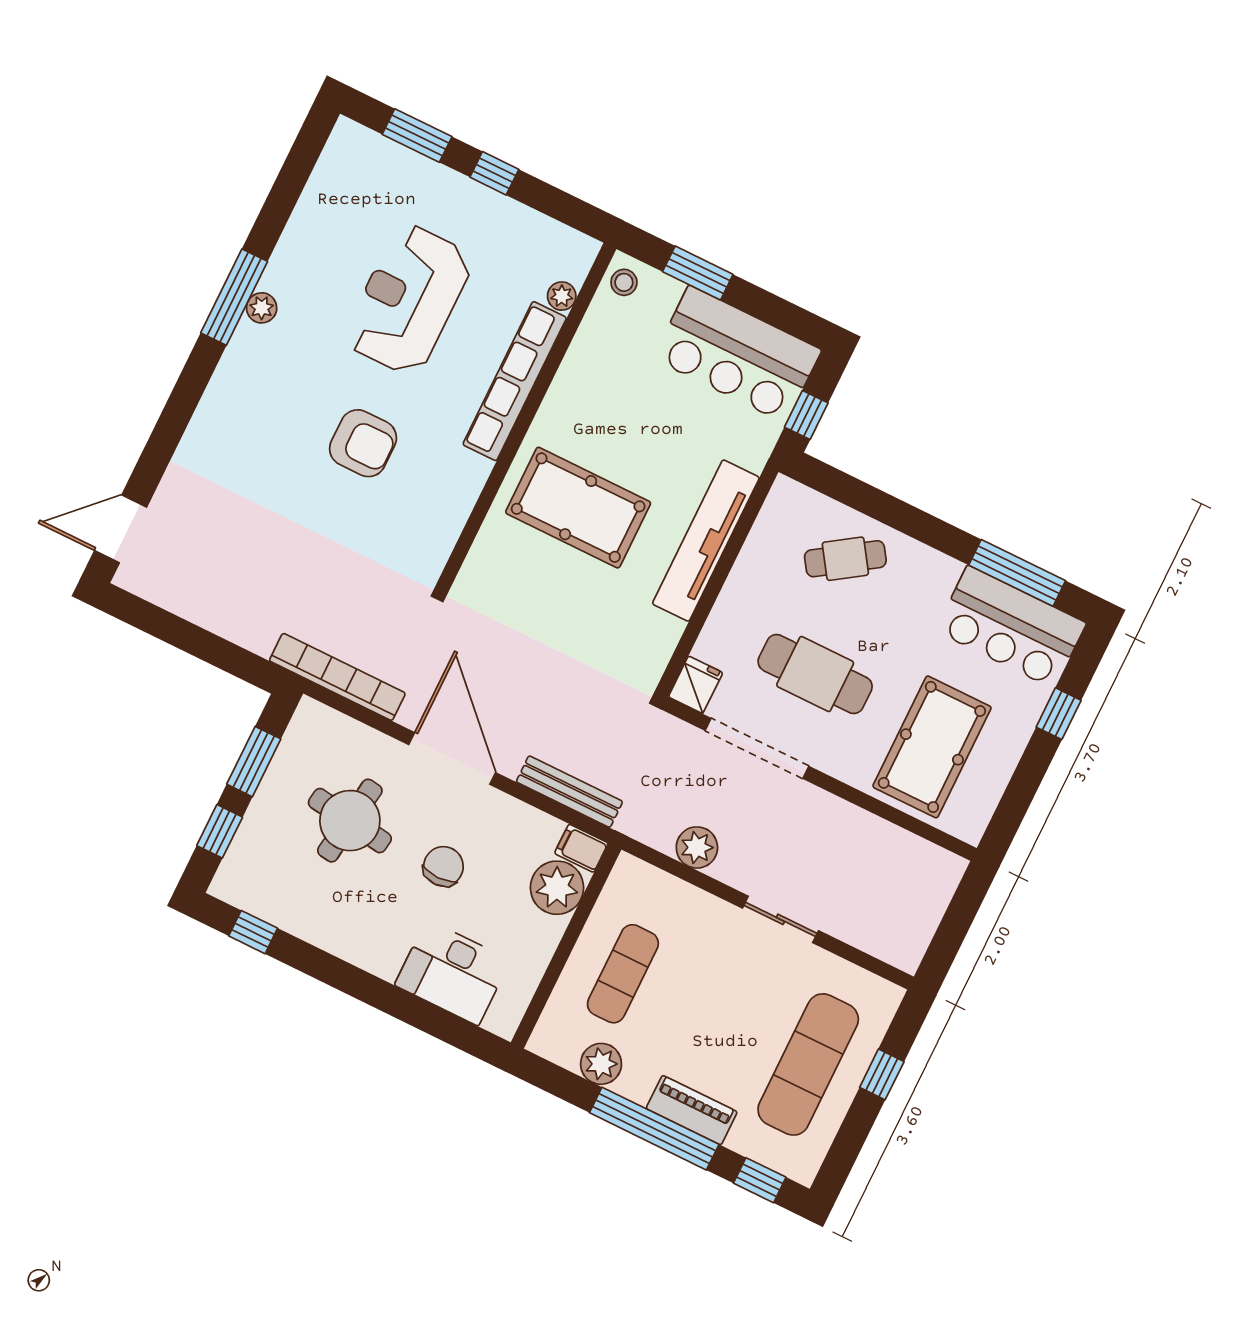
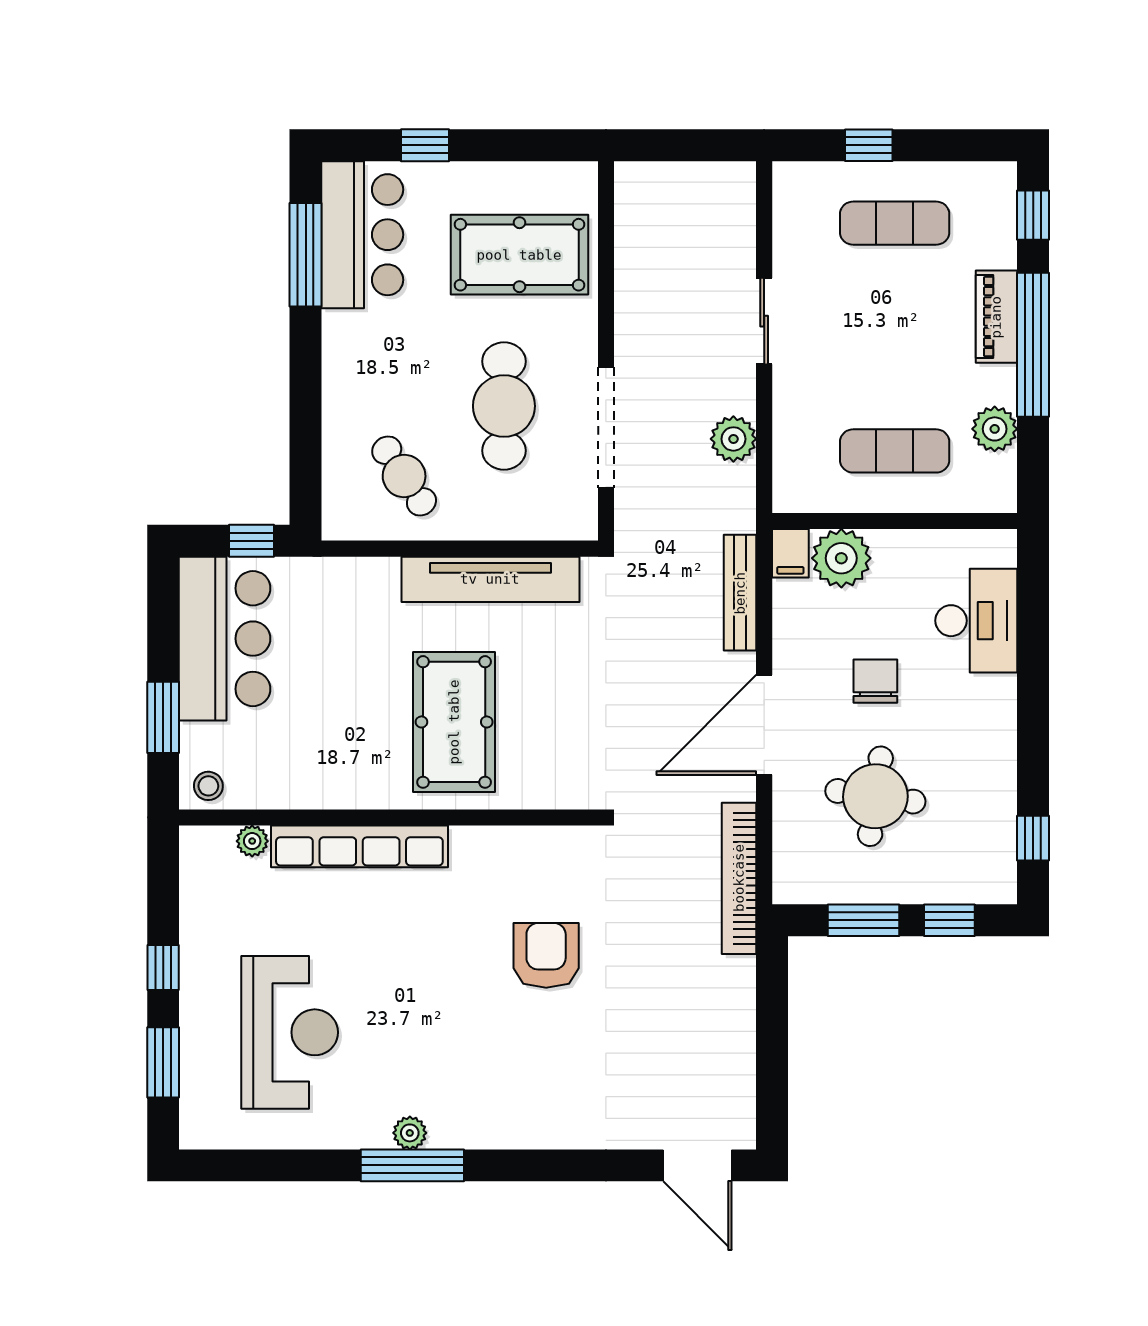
reception desk: (408, 299) -> (290, 1032), moved, turned -90
armchair: (363, 443) -> (546, 955), moved
tv unit: (706, 541) -> (490, 579), moved
cafe table: (845, 559) -> (404, 476), moved
fridge: (696, 685) -> (573, 519), removed
chair: (443, 866) -> (875, 681), turned 90
exercise mat: (808, 1064) -> (895, 223), width x0.73, depth x0.69

